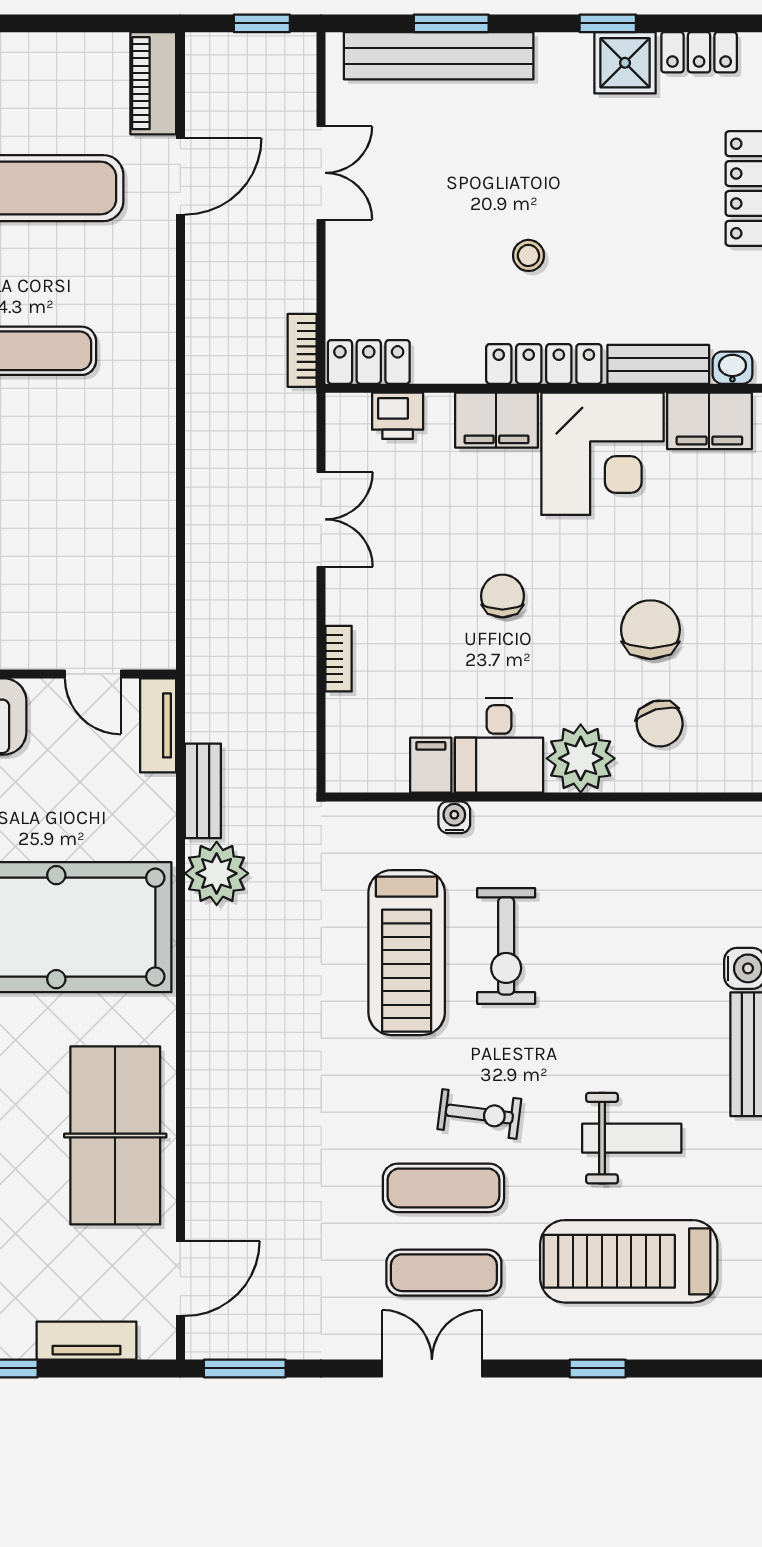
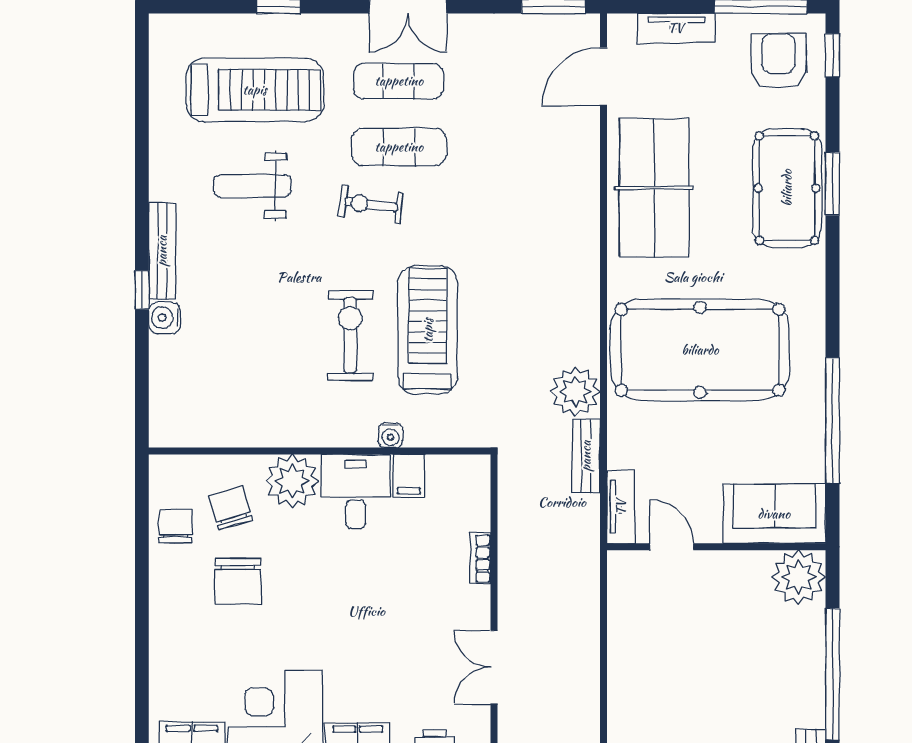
chair: (503, 596) -> (175, 526), moved, turned 180

